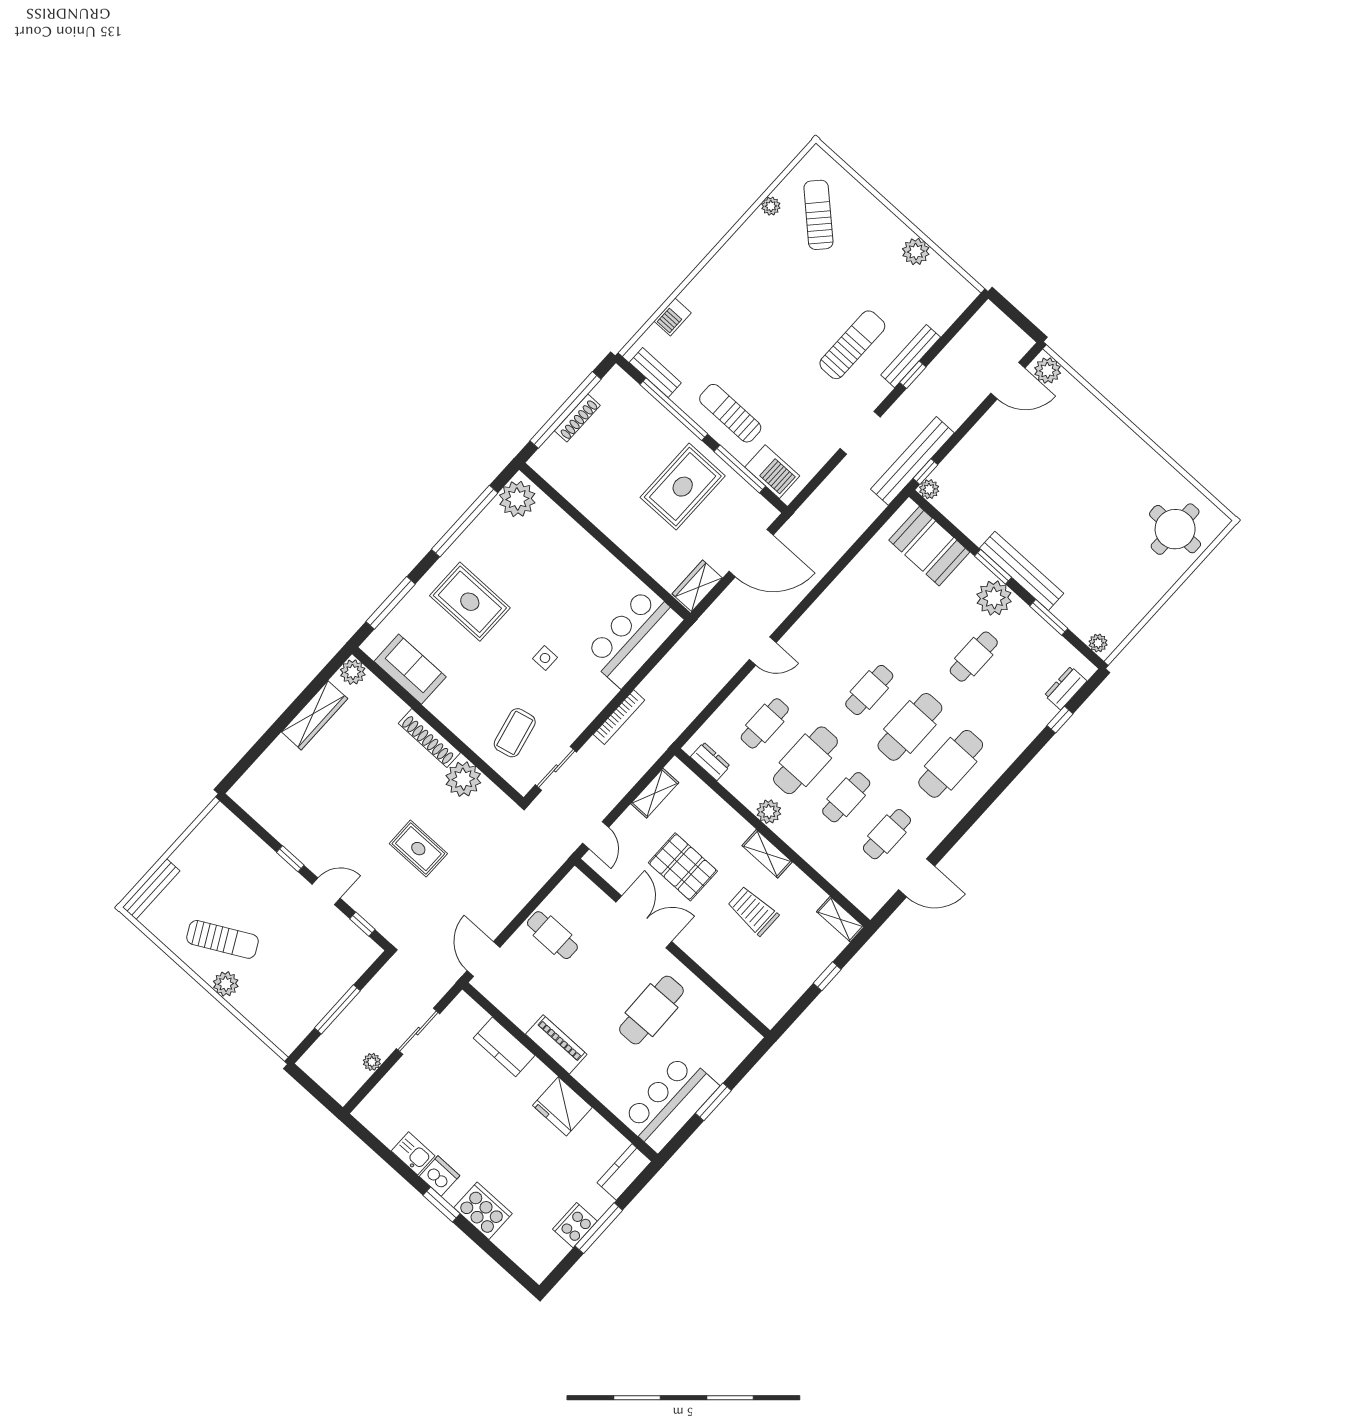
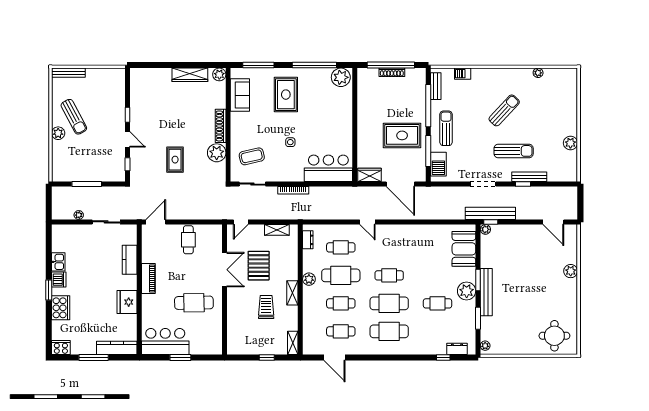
sun lounger: (818, 215) -> (504, 110), moved
plant: (1048, 370) -> (571, 271), moved
kitchen counter: (624, 1172) -> (117, 348), width x1.50
cooker: (575, 1225) -> (61, 347), moved

